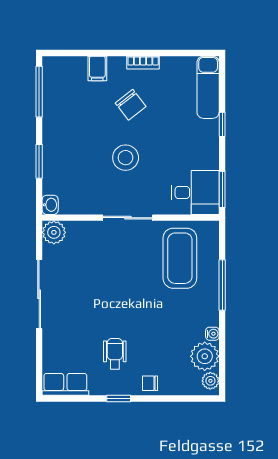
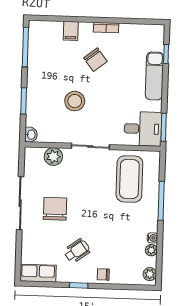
exam couch: (208, 87) -> (155, 76), moved
window: (222, 124) -> (166, 54), moved
stool: (126, 158) -> (75, 101), moved
plant: (54, 232) -> (53, 157), moved
chair: (85, 300) -> (55, 209), added
wheelchair: (115, 354) -> (77, 251), turned 54
plant: (205, 356) -> (151, 250), width x0.53, depth x0.53

